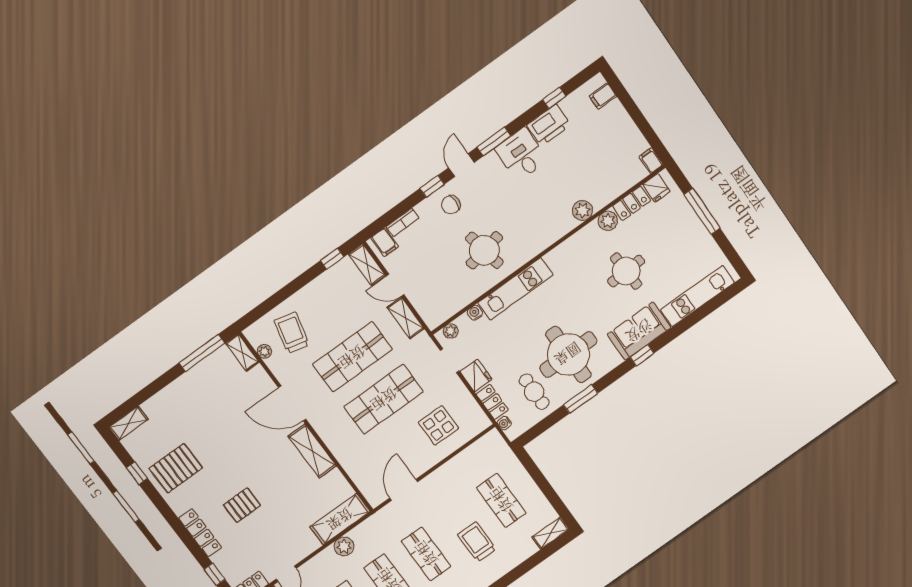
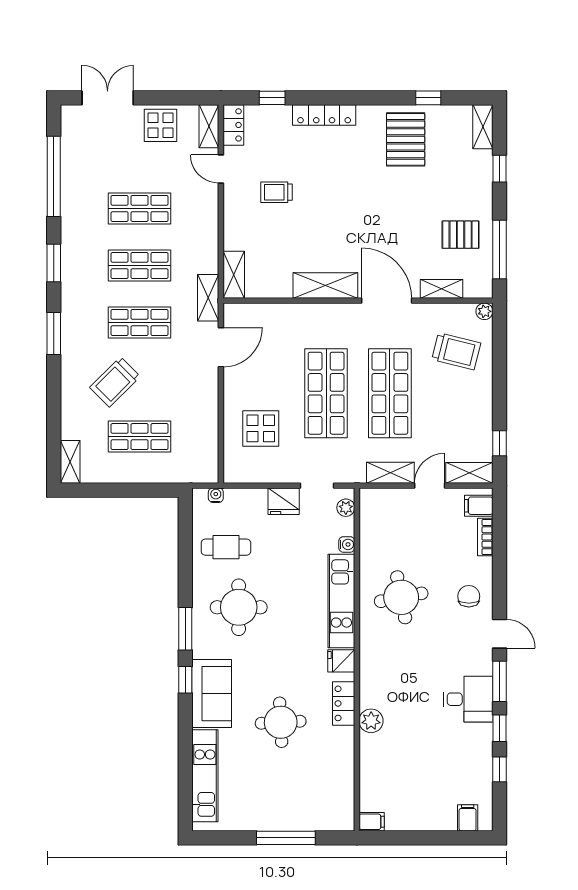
printer: (549, 125) -> (477, 746), removed
window: (432, 186) -> (500, 728), moved
fridge: (656, 188) -> (341, 661), moved
locker: (632, 203) -> (344, 703), moved
plant: (608, 221) -> (343, 739), removed
plant: (264, 351) -> (484, 311), moved
shelving: (242, 353) -> (442, 289), moved
round table: (568, 354) -> (239, 607), width x0.73, depth x0.73
window: (148, 392) -> (500, 169), added
window: (581, 399) -> (185, 629), moved
locker: (492, 402) -> (246, 498), removed
door: (292, 403) -> (387, 301), hinge flipped
door: (404, 490) -> (221, 347), hinge flipped
pallet: (242, 505) -> (461, 235), moved, turned 90
shelving: (340, 519) -> (234, 275), width x0.67, depth x0.75
shelving: (377, 521) -> (208, 298), added
trolley: (274, 527) -> (276, 192), added
trolley: (477, 542) -> (115, 382), turned 135
plant: (344, 546) -> (207, 247), removed

